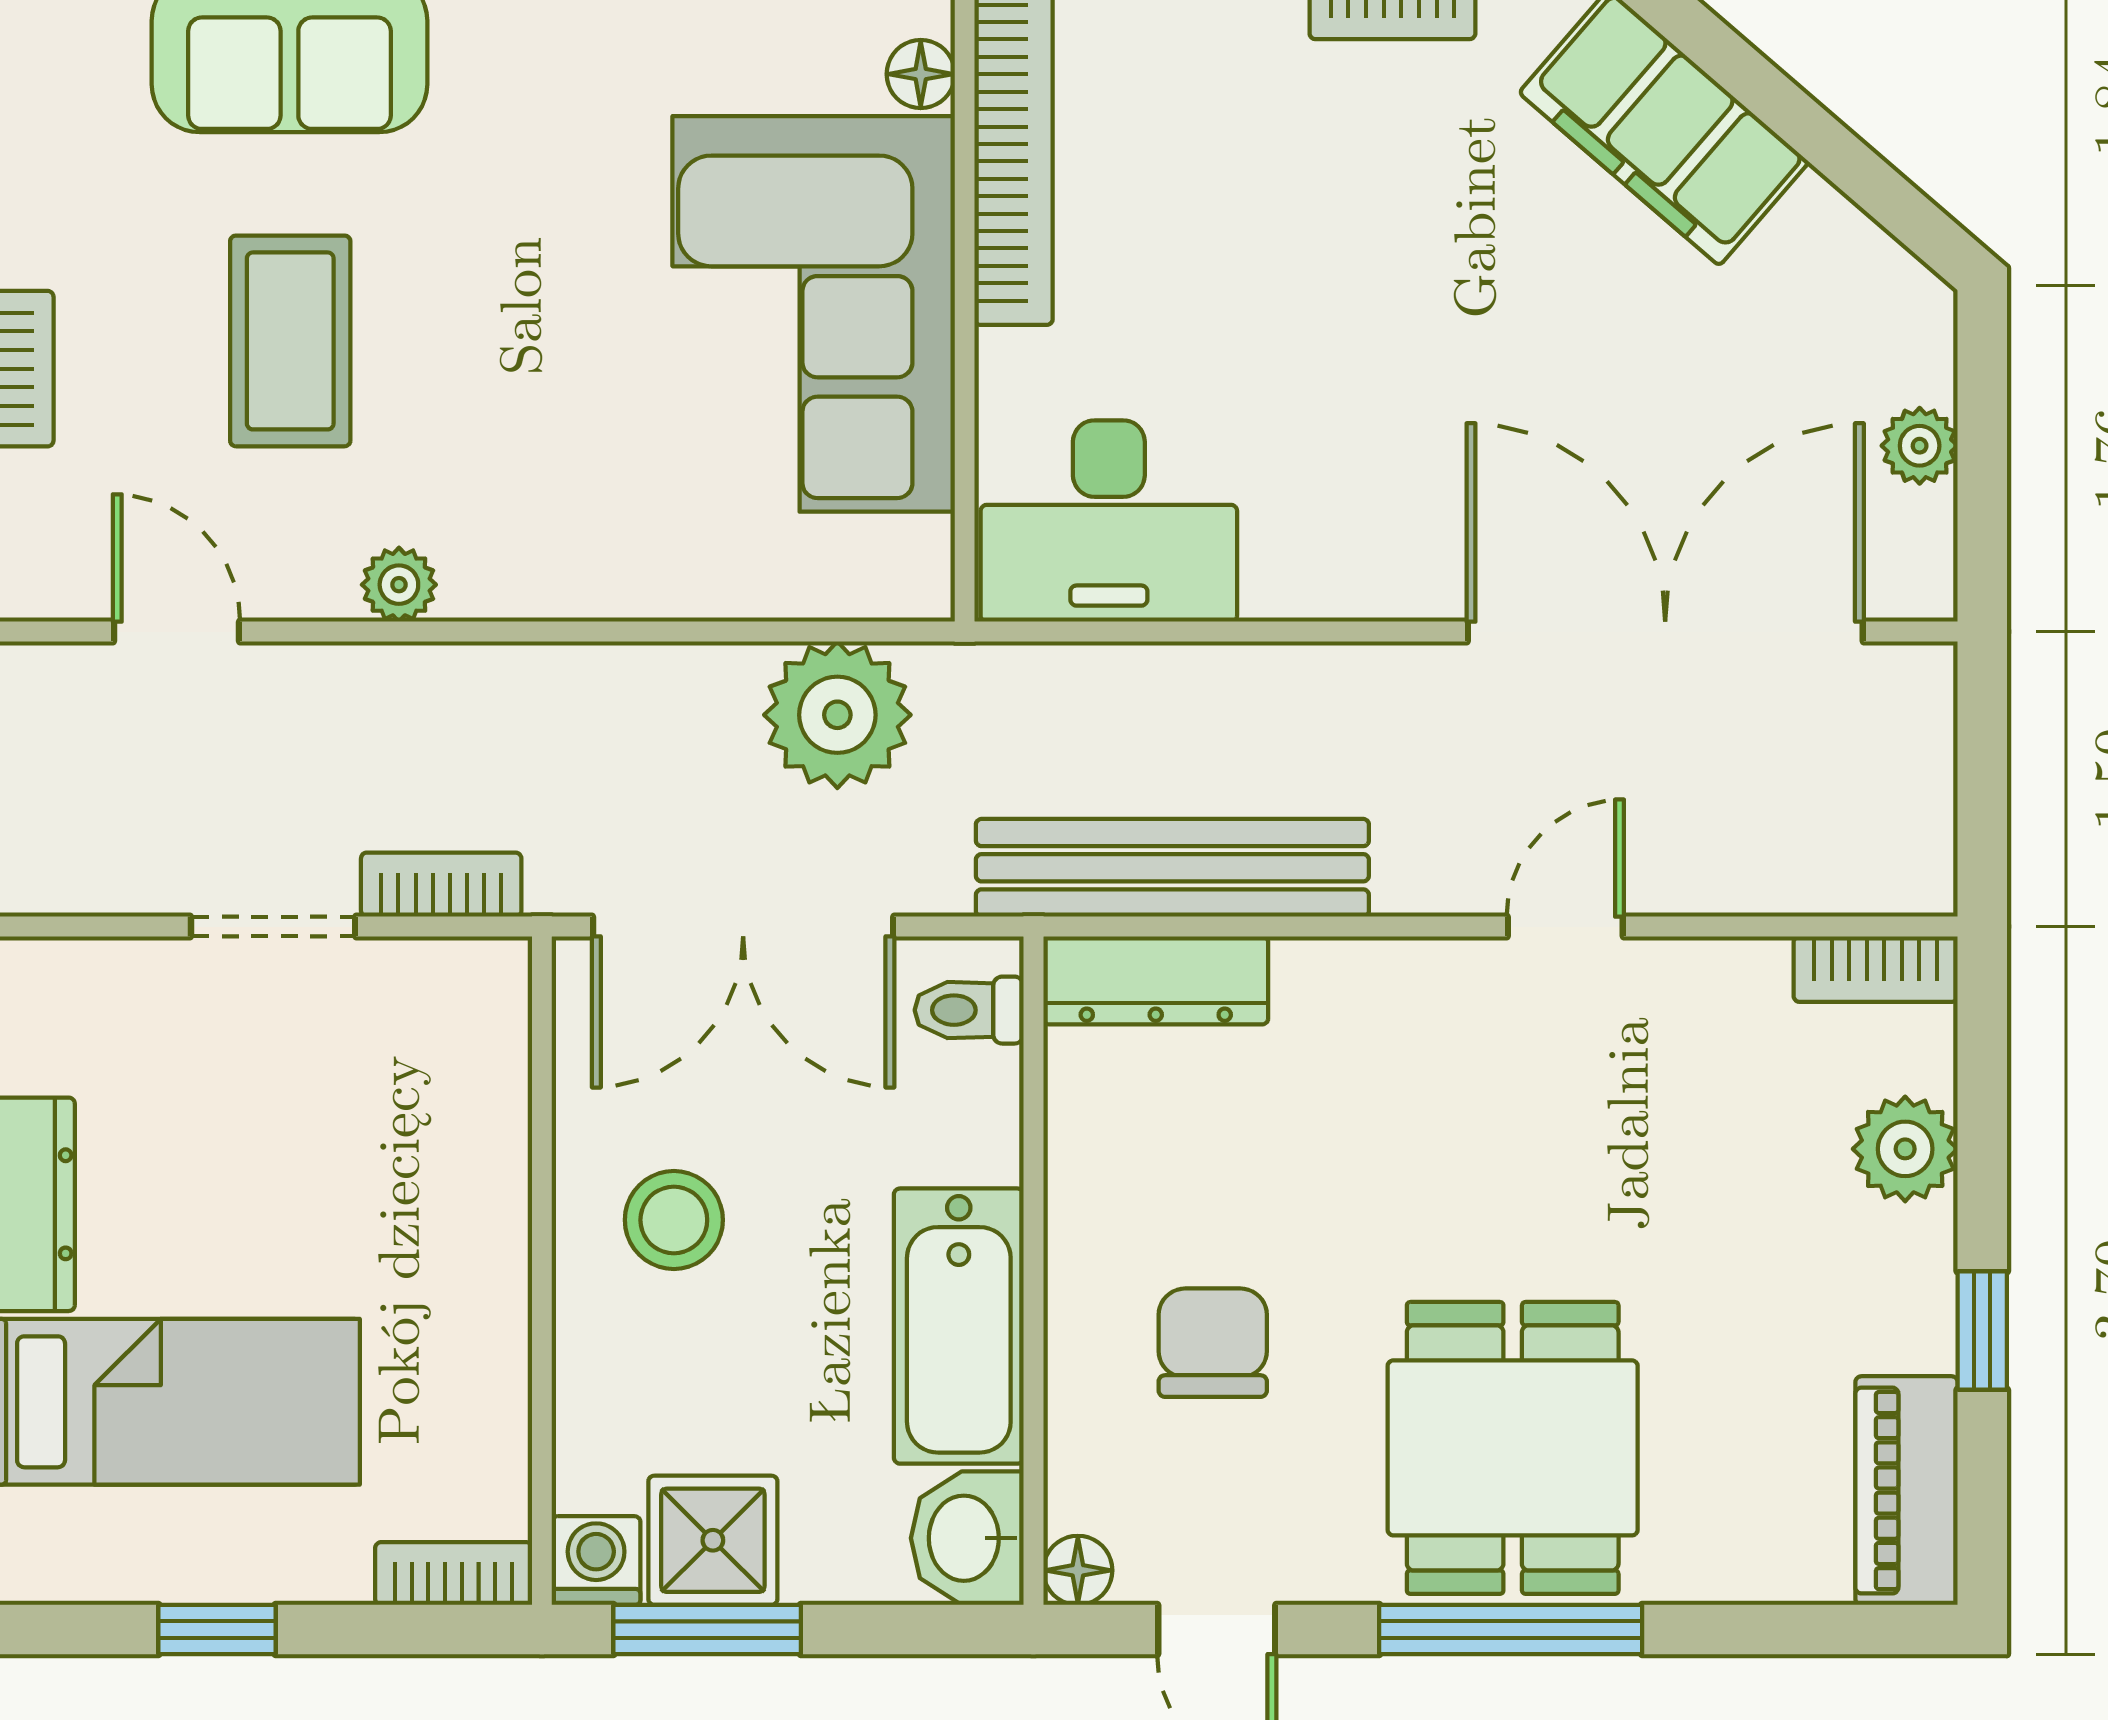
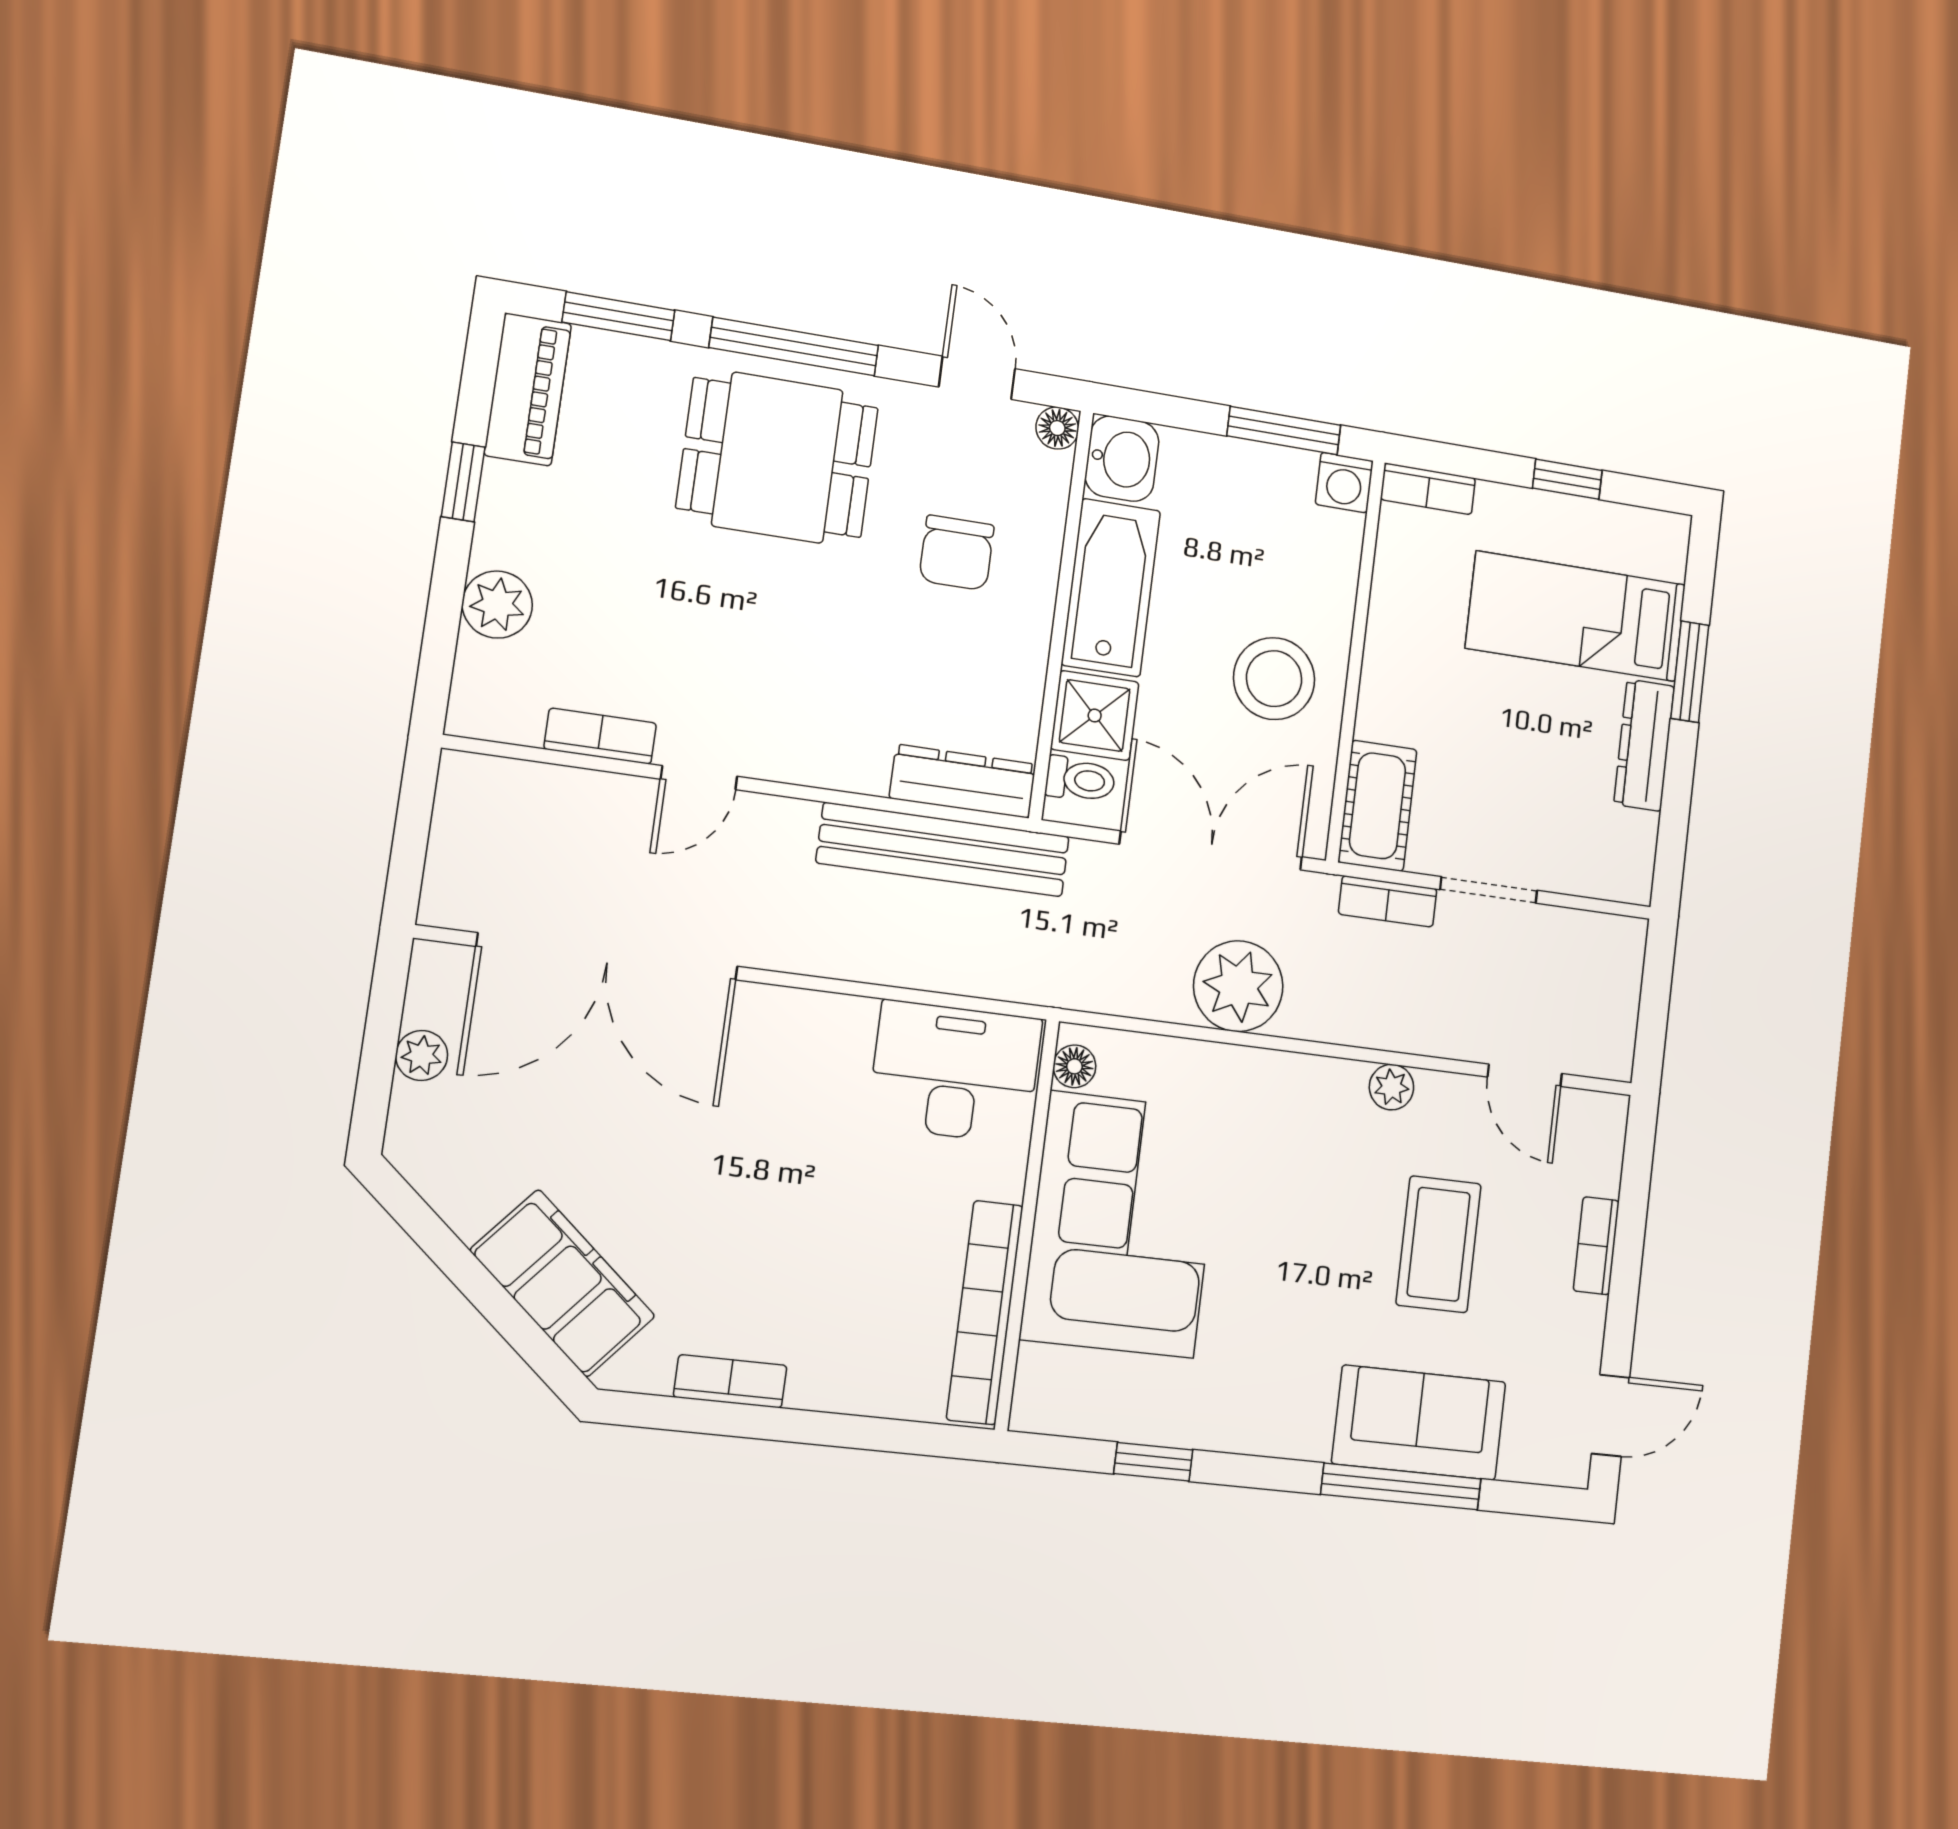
floor lamp: (921, 74) -> (1074, 1066), moved
plant: (837, 715) -> (1238, 986), moved
bookcase: (1876, 969) -> (600, 736), moved
cot: (477, 1038) -> (1377, 806), added
stool: (674, 1220) -> (1274, 679), width x1.38, depth x1.38
dining table: (1513, 1448) -> (777, 458), turned 90
shower: (713, 1540) -> (1095, 716), moved
window: (1786, 1629) -> (619, 316), added

